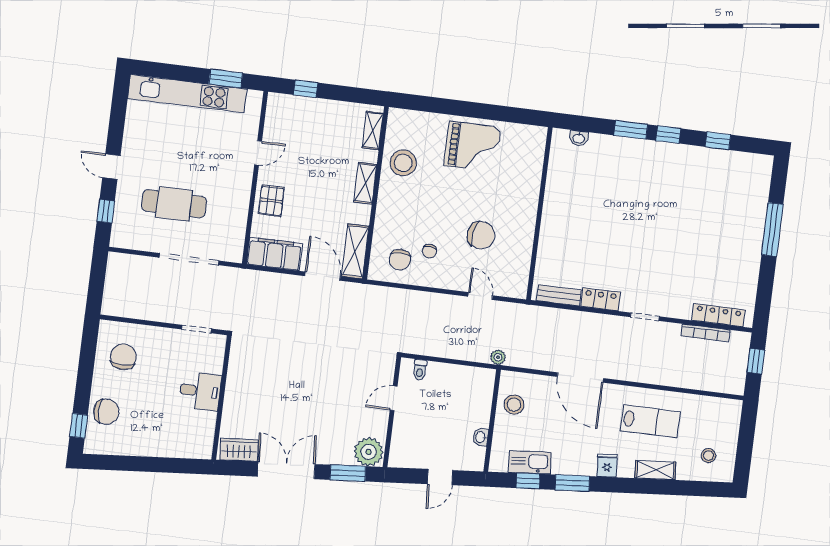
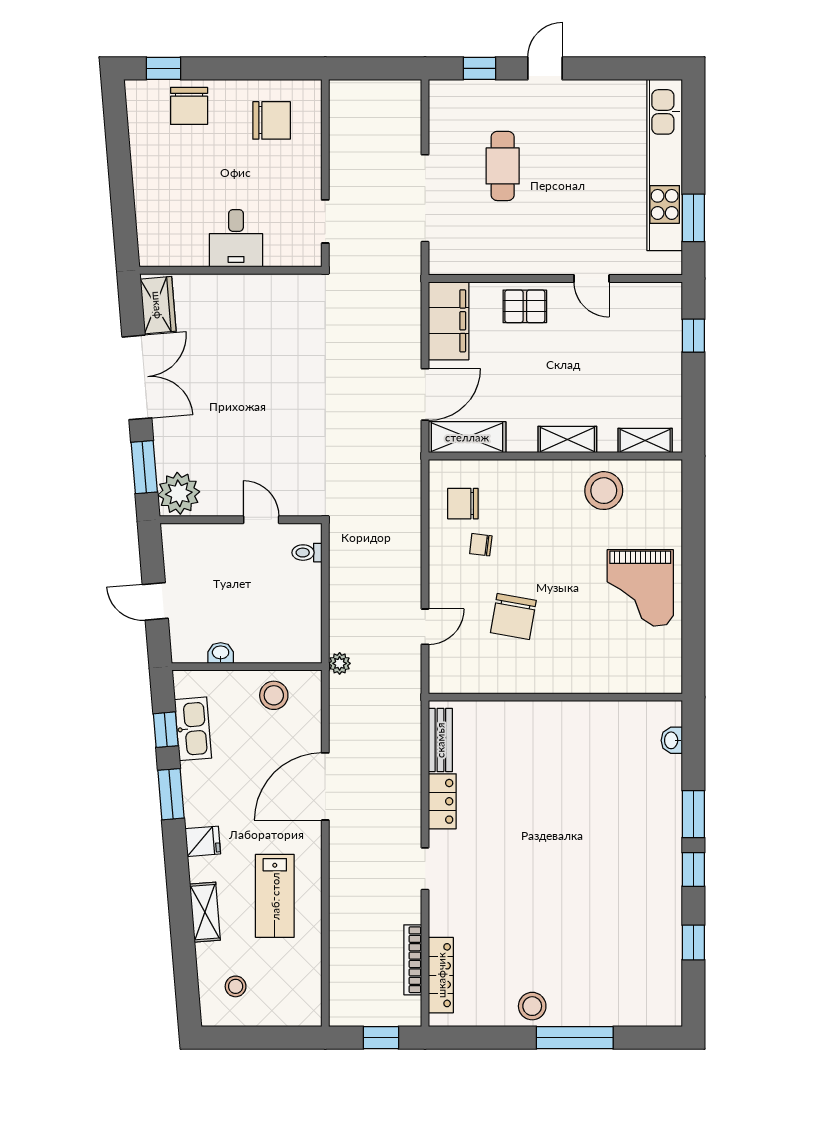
cafe table: (174, 204) -> (503, 166), width x0.73, depth x0.74
stool: (747, 256) -> (532, 1006), added

